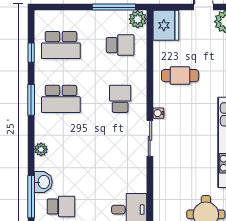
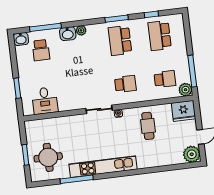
school desk: (120, 45) -> (165, 79), turned -90
washbasin: (43, 182) -> (68, 34), moved

